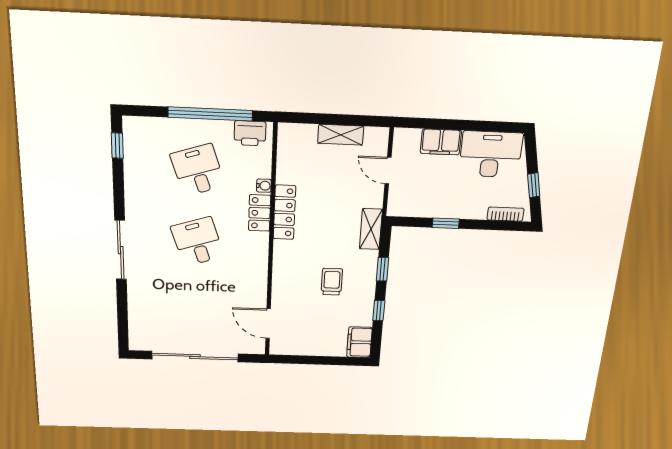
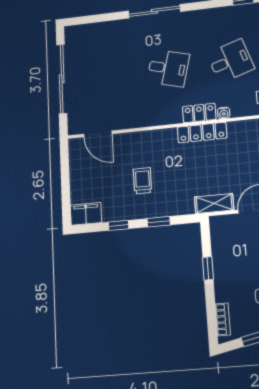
shelving: (371, 229) -> (214, 204), moved
desk: (198, 242) -> (168, 68), turned 33
trolley: (332, 282) -> (143, 181), turned -90
door: (268, 324) -> (98, 134), swing flipped

